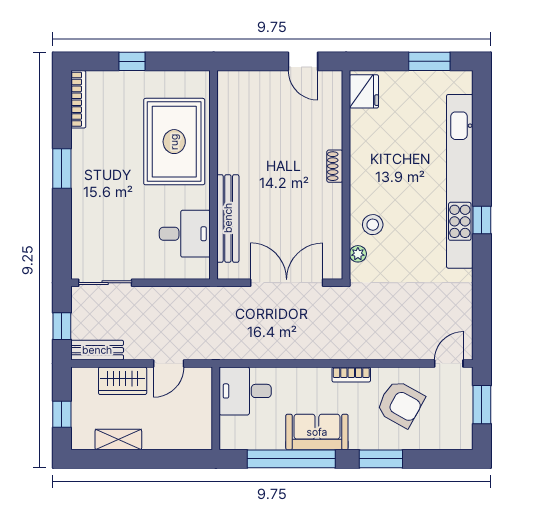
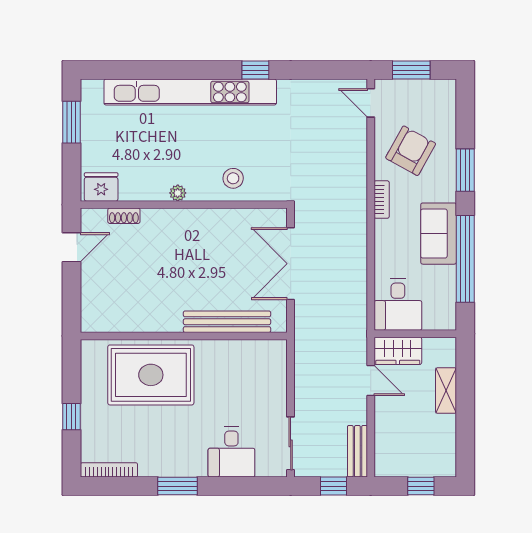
shoe rack: (335, 166) -> (124, 216), moved
window: (482, 220) -> (255, 70), moved
desk: (185, 234) -> (231, 452), moved, turned 180
plant: (358, 254) -> (178, 193), moved
wardrobe: (123, 381) -> (398, 351), moved, turned 90
shelving: (118, 440) -> (446, 391), moved

